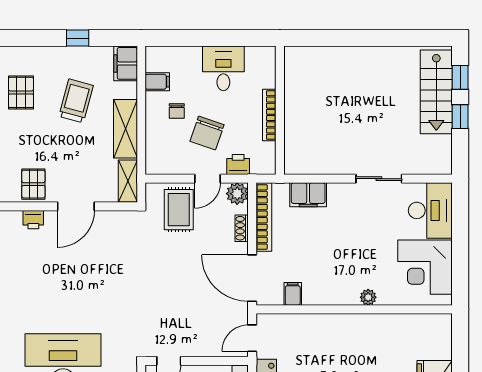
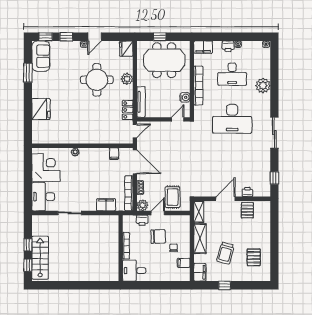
desk: (223, 68) -> (134, 271), moved, turned 90
chair: (207, 133) -> (158, 236), turned 70

